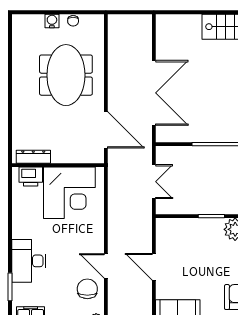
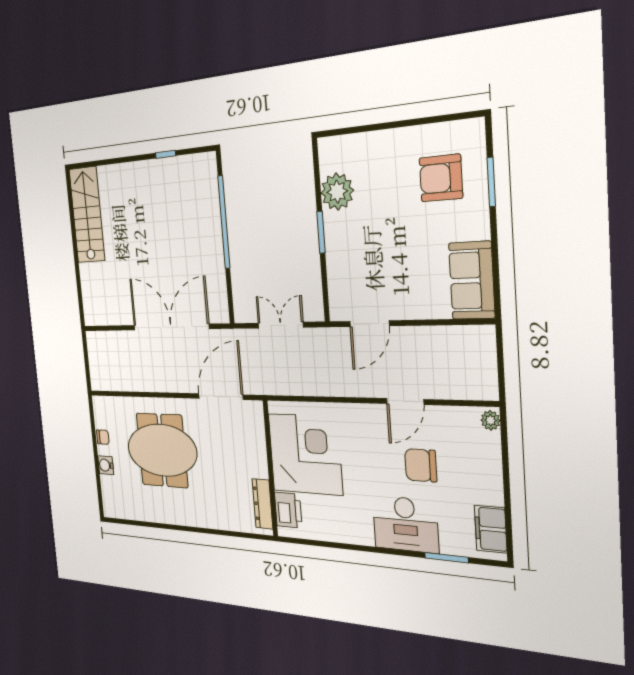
door: (154, 267) -> (369, 324), moved
chair: (87, 289) -> (421, 465), moved

